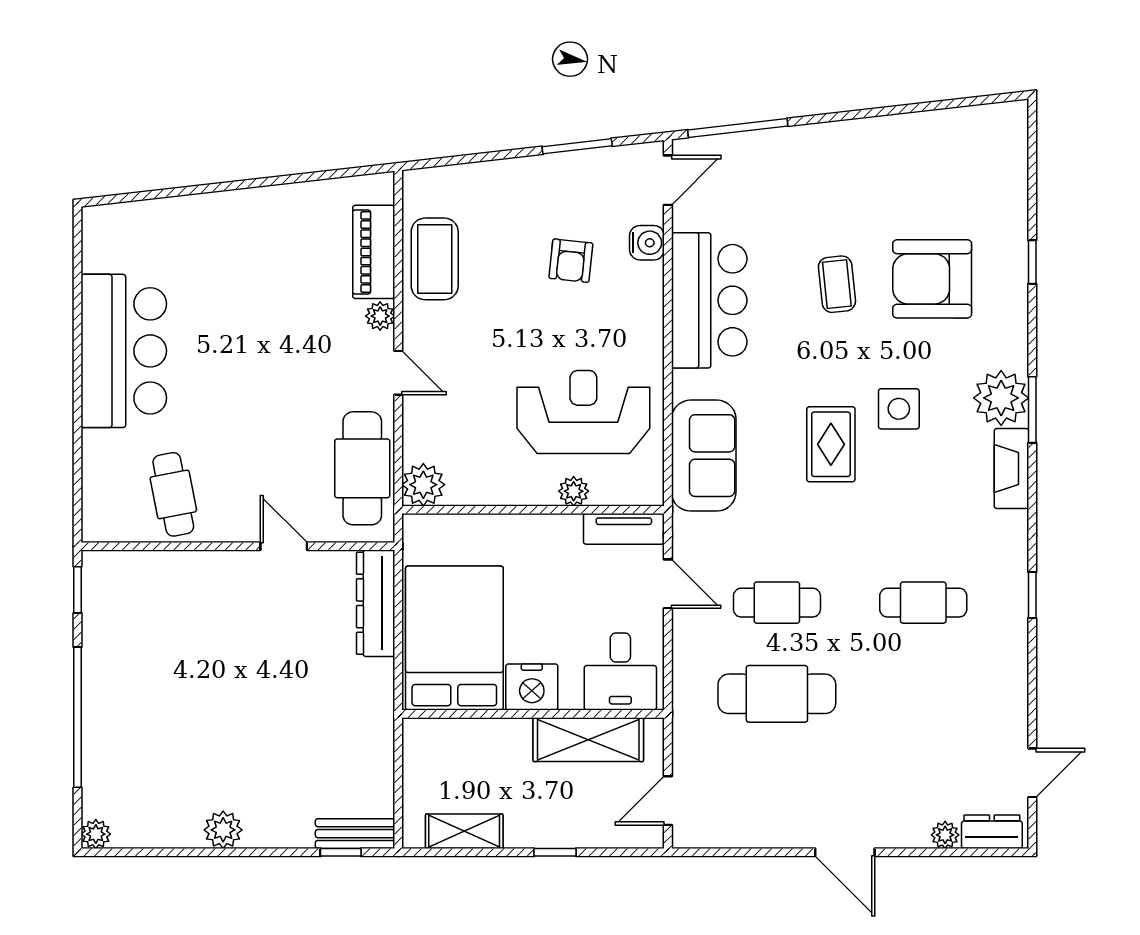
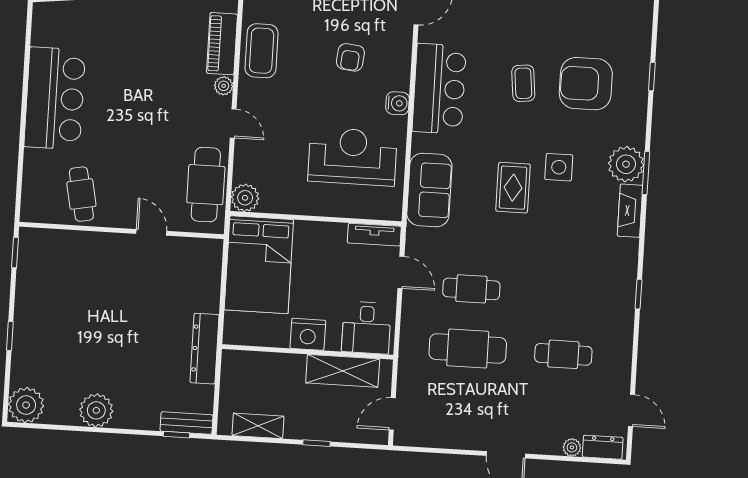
water cooler: (647, 243) -> (398, 103), moved
plant: (574, 491) -> (343, 208), removed
dresser: (376, 603) -> (205, 349), moved
cafe table: (923, 603) -> (563, 354), moved
bed: (454, 638) -> (259, 265), moved, turned 180
window: (78, 717) -> (10, 336), width x0.32
door: (1032, 773) -> (631, 410), hinge flipped
plant: (223, 830) -> (96, 410), width x1.36, depth x1.36
plant: (96, 834) -> (26, 405), width x1.88, depth x1.88

